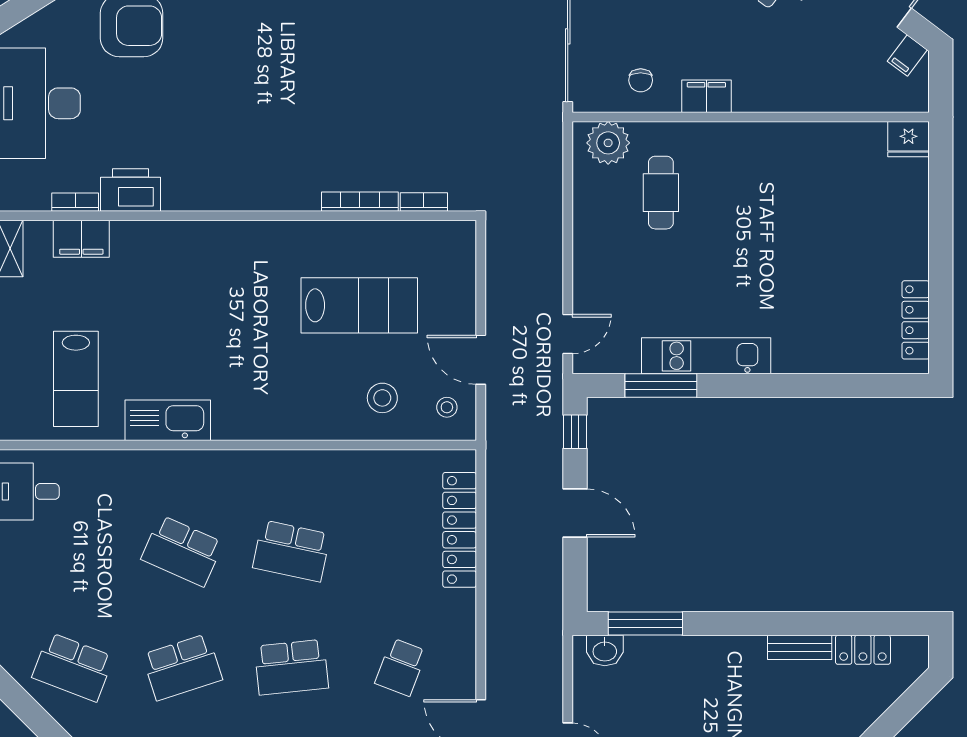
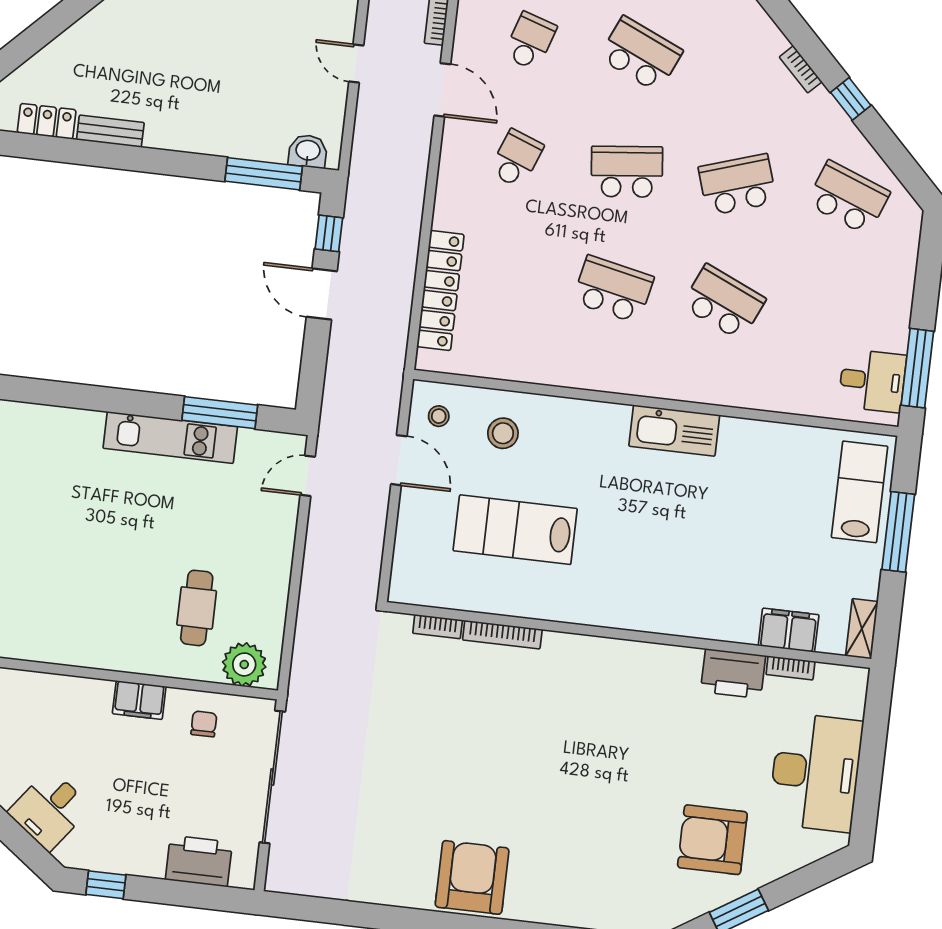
lab bench: (76, 379) -> (860, 492), moved
kitchen sink: (168, 420) -> (674, 430), moved
window: (575, 432) -> (329, 233), moved

